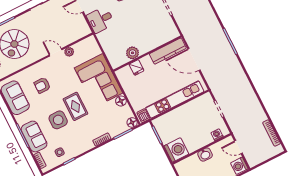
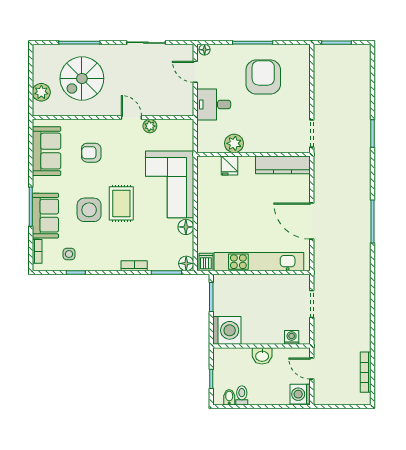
kitchen counter: (168, 51) -> (283, 165), moved
plant: (133, 53) -> (234, 143), moved
wall: (147, 54) -> (253, 154), moved
fridge: (136, 67) -> (229, 166), moved

